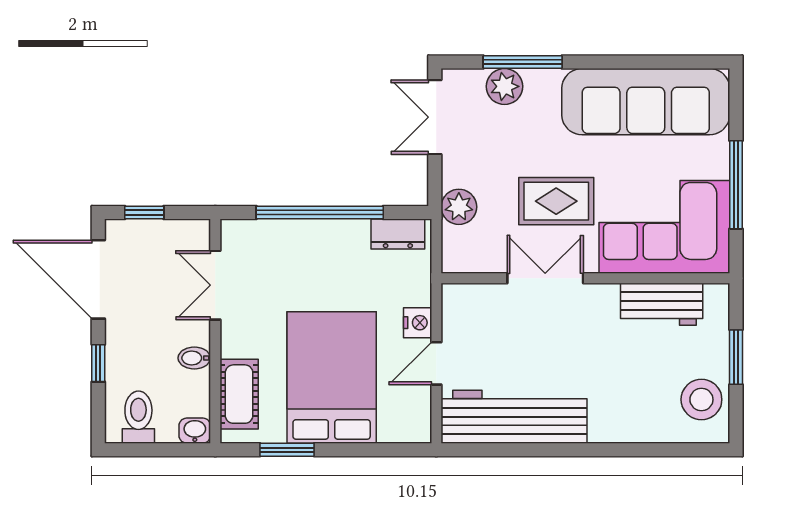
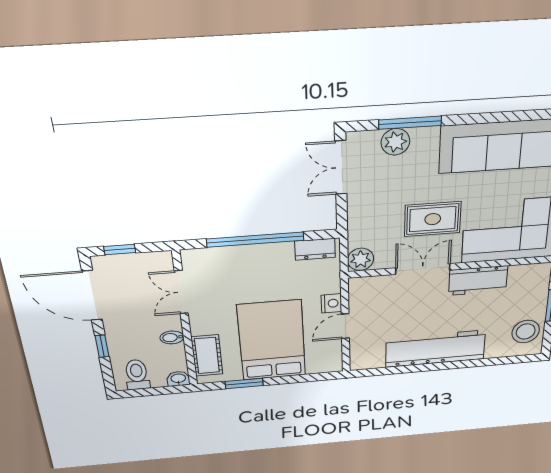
plant: (459, 207) -> (361, 259), moved
workbench: (662, 304) -> (478, 281), moved
workbench: (514, 417) -> (435, 349), moved

